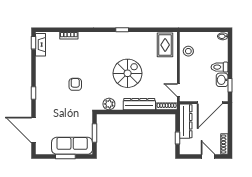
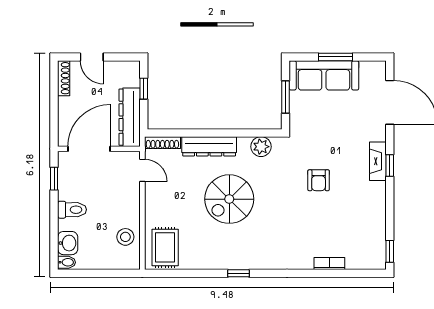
fireplace: (41, 45) -> (378, 161), moved
washbasin: (222, 80) -> (68, 243), moved

